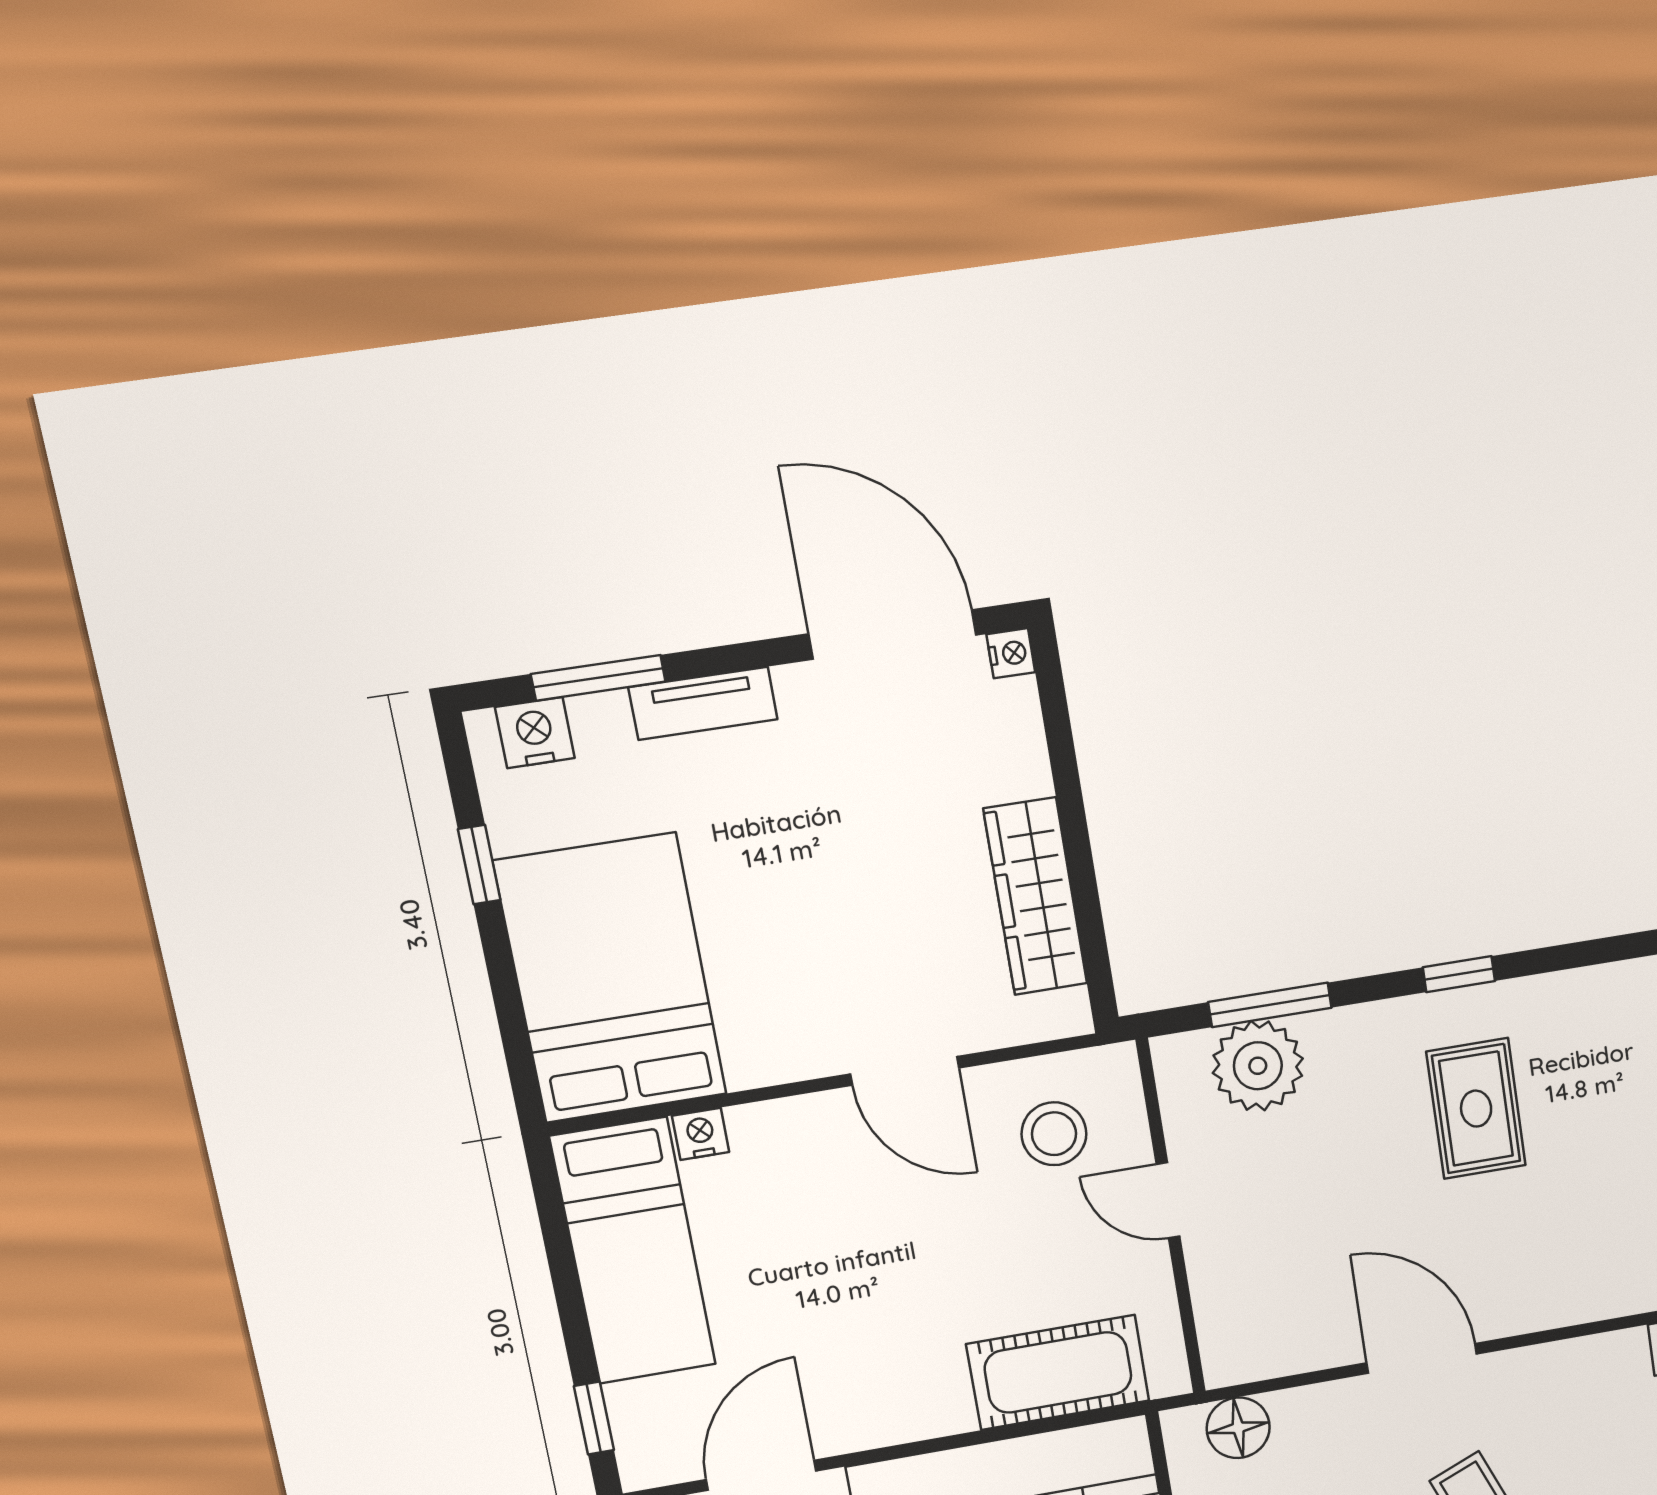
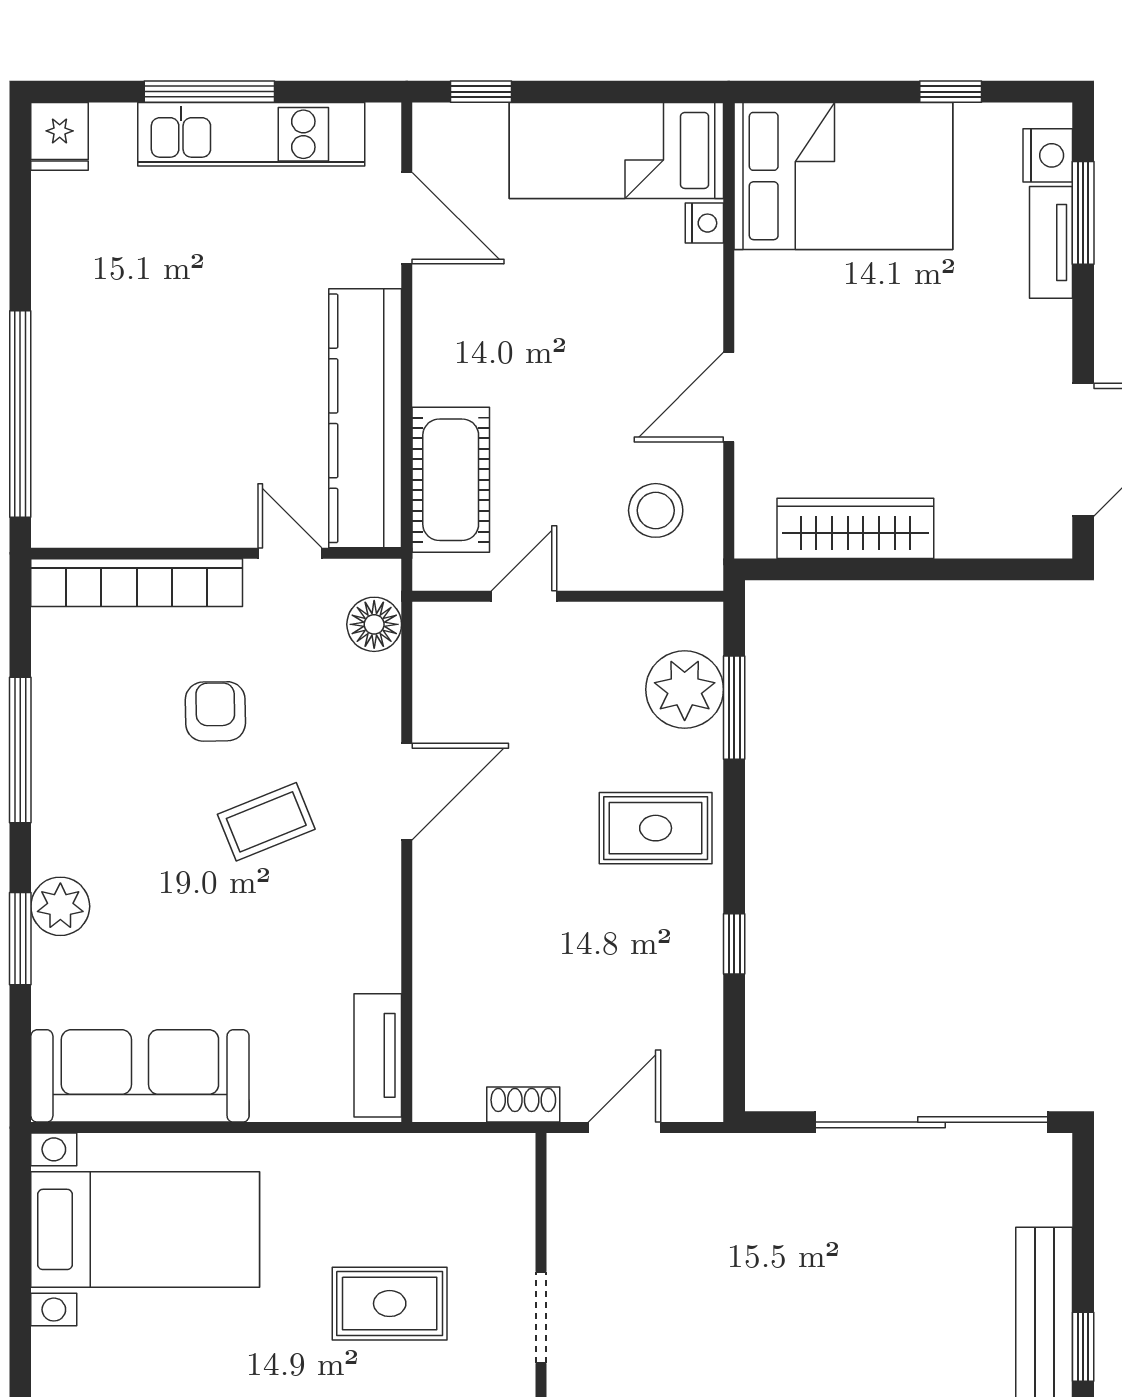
nightstand: (1011, 653) -> (1054, 542), removed
tv unit: (703, 703) -> (1051, 242), moved
window: (1459, 974) -> (734, 944), moved
rug: (1476, 1109) -> (656, 828), moved
door: (1168, 1200) -> (524, 596), moved

